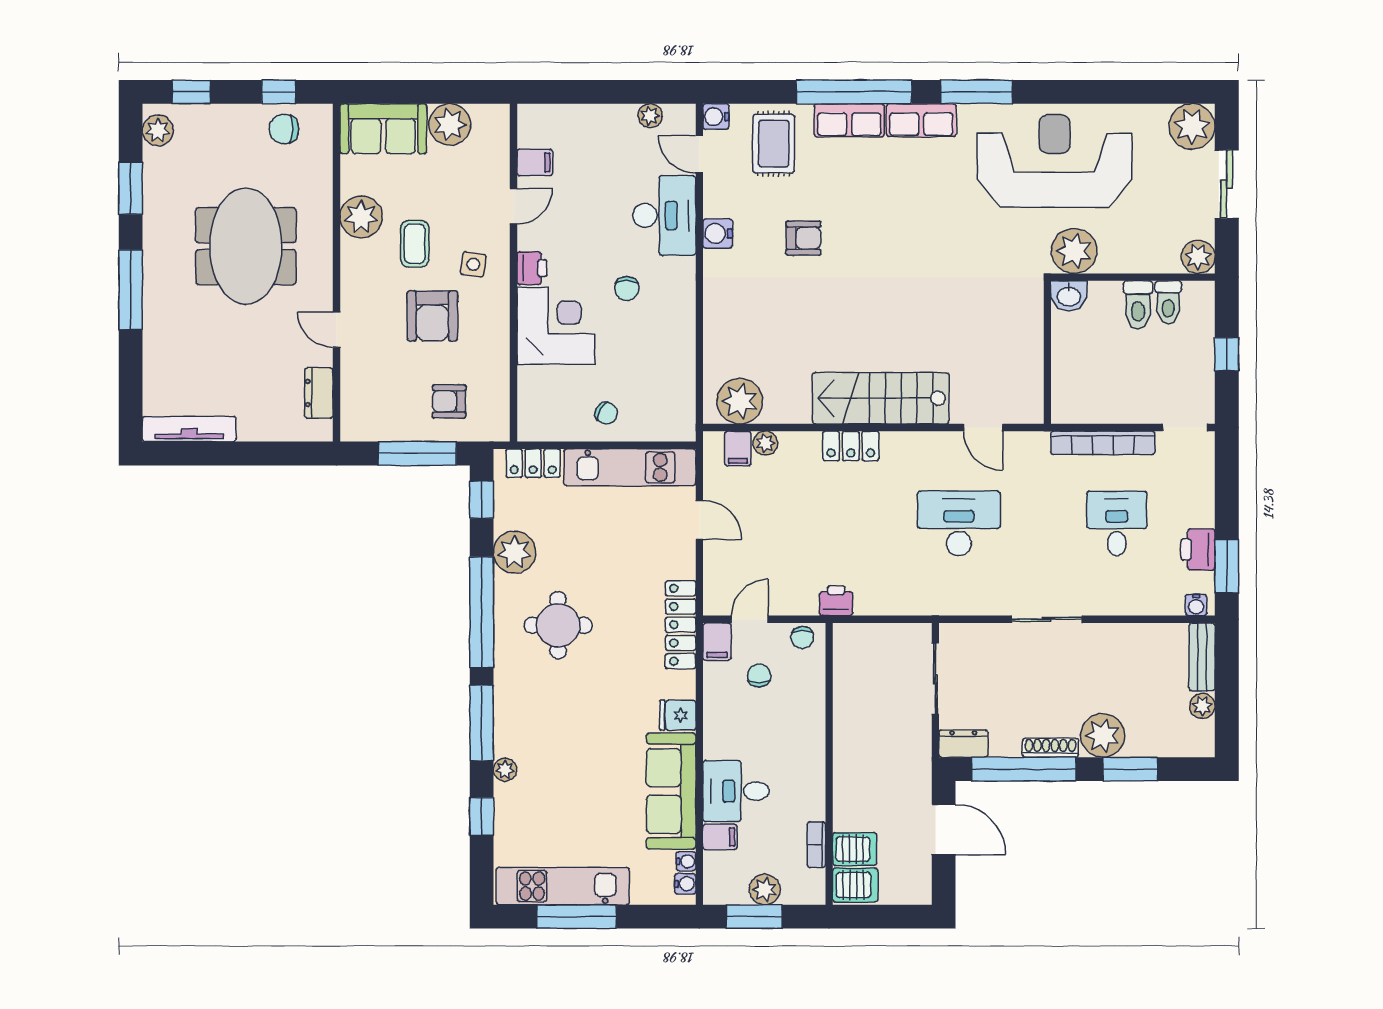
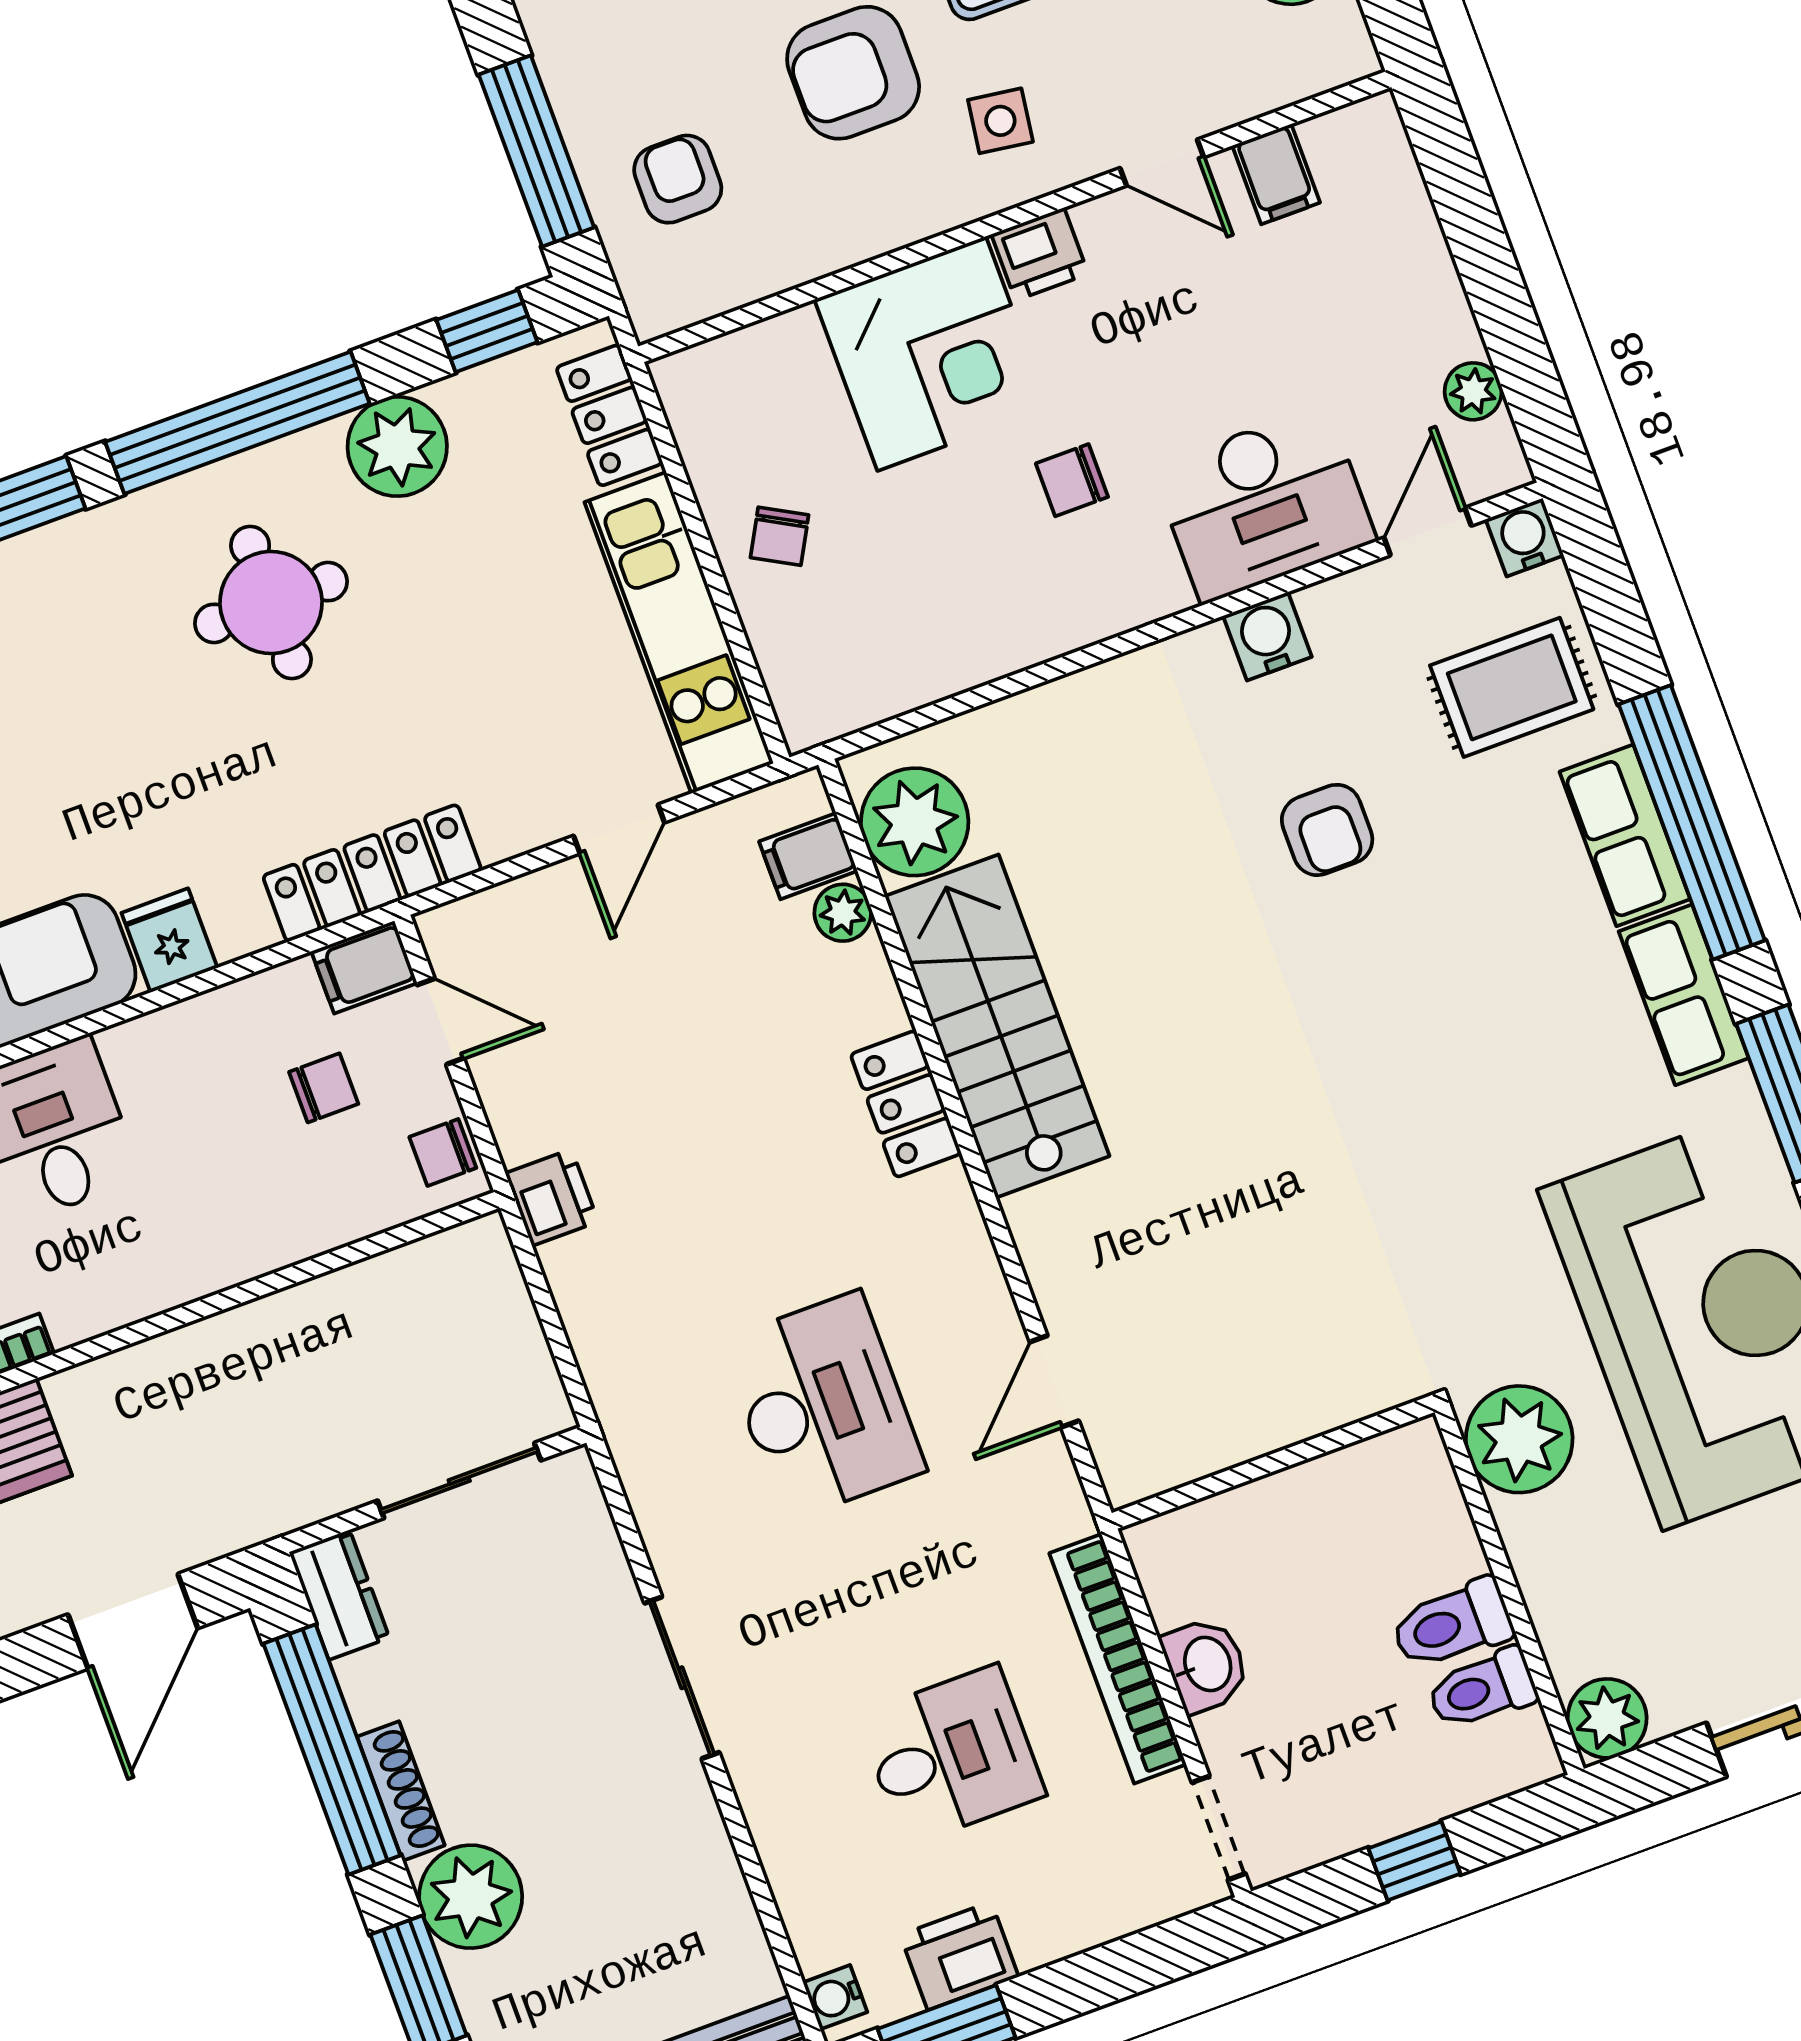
washbasin: (1069, 296) -> (1206, 1665), moved, turned 180
stairs: (881, 398) -> (997, 1026), moved

